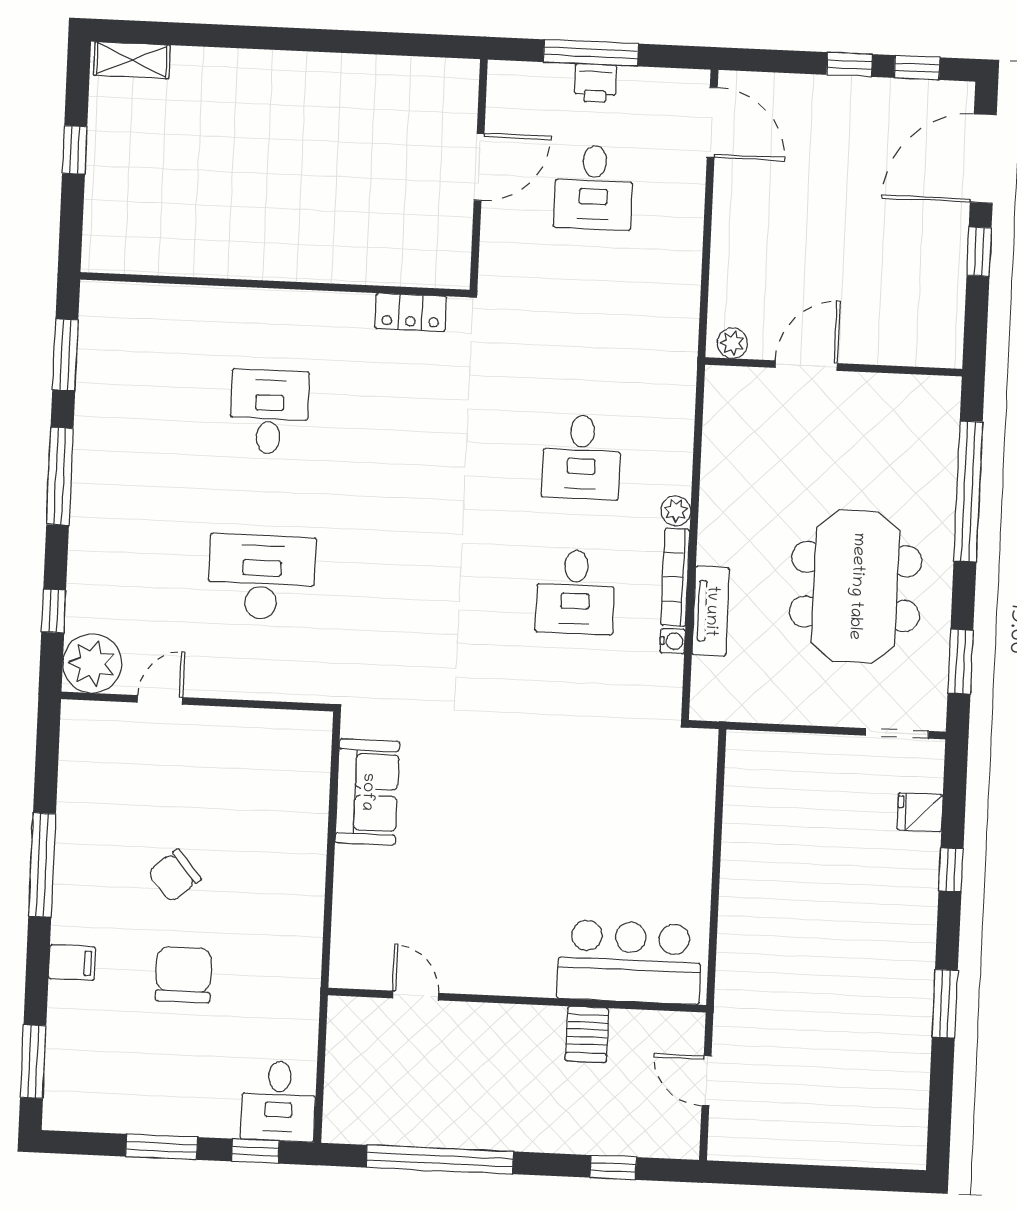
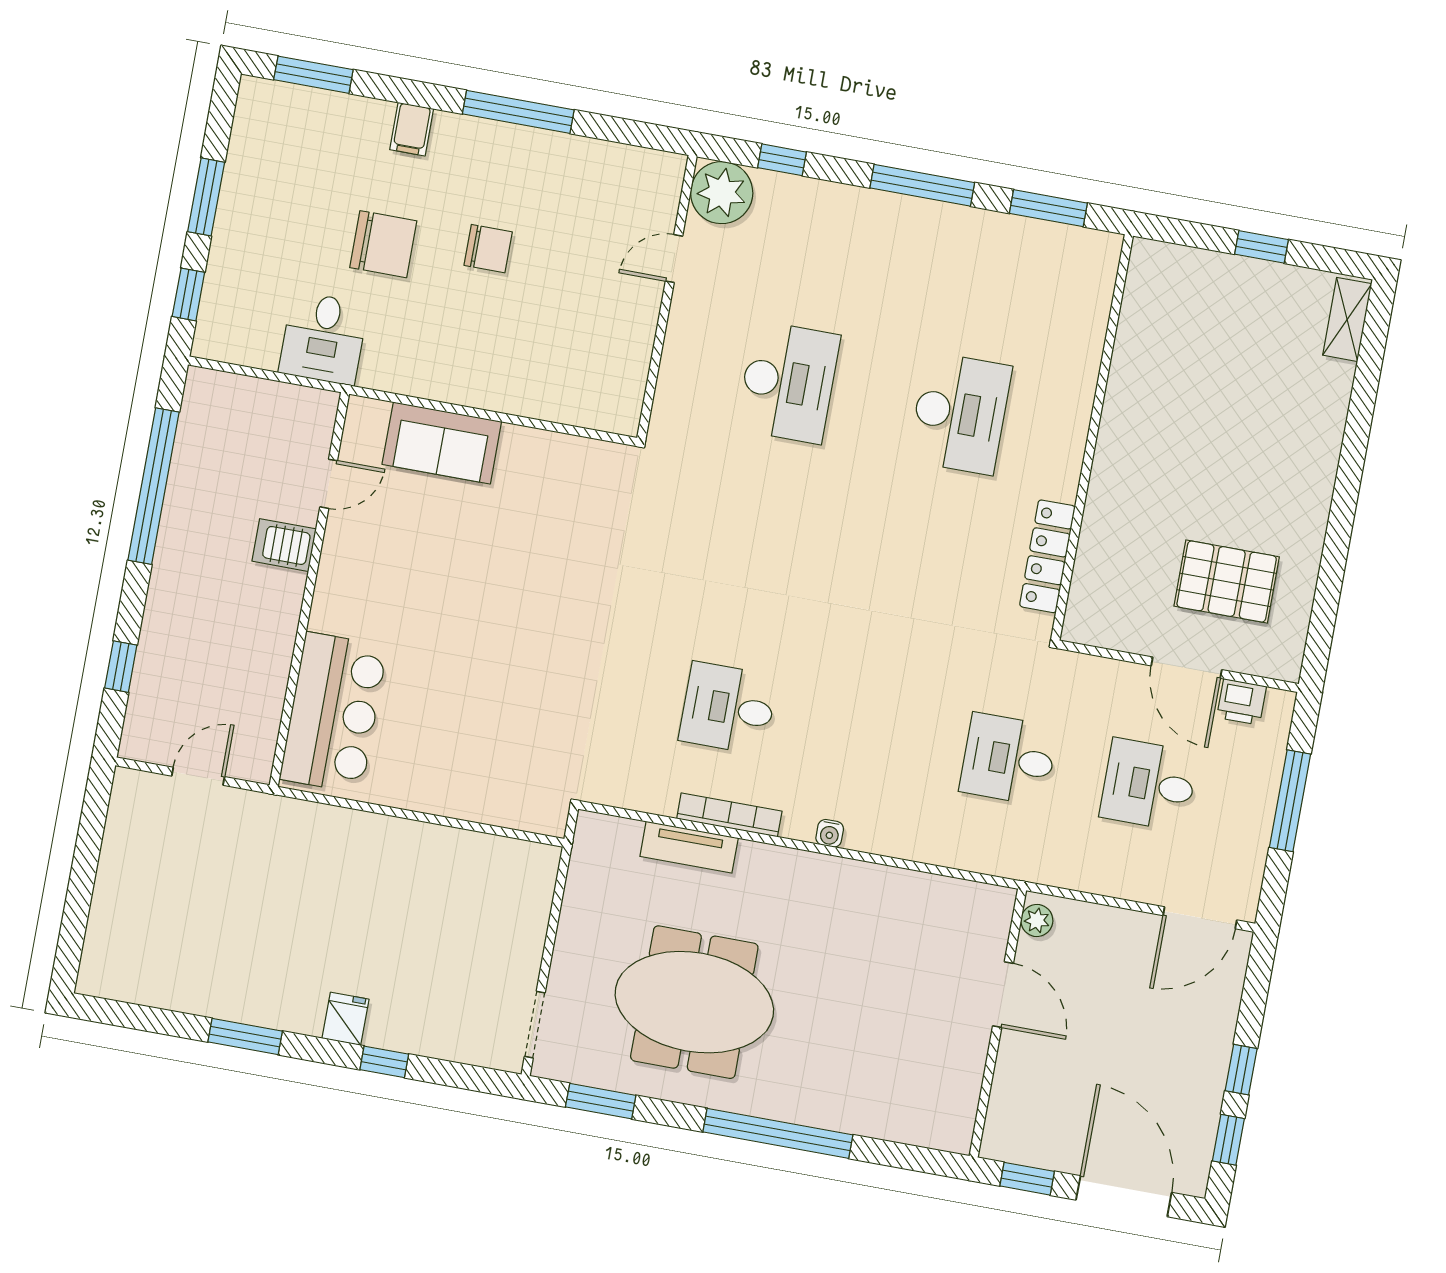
printer: (595, 83) -> (1242, 702), moved, turned -90
pallet: (393, 140) -> (1227, 582), added
locker: (411, 312) -> (1047, 556), width x1.53
plant: (732, 343) -> (1037, 920), moved
door: (806, 366) -> (1003, 995), moved
wall: (834, 367) -> (998, 1023), moved
desk: (269, 412) -> (960, 413), width x1.37
desk: (581, 457) -> (1009, 759), moved
plant: (676, 511) -> (799, 825), removed
water cooler: (673, 641) -> (830, 833), moved
door: (160, 700) -> (674, 259), swing flipped
sofa: (367, 792) -> (442, 443), moved
fridge: (920, 812) -> (345, 1019), moved
chair: (174, 876) -> (488, 249), turned 130
server rack: (587, 1034) -> (284, 545), moved
desk: (279, 1101) -> (323, 338), moved, turned -90

